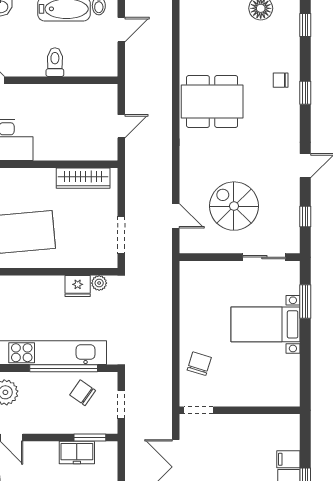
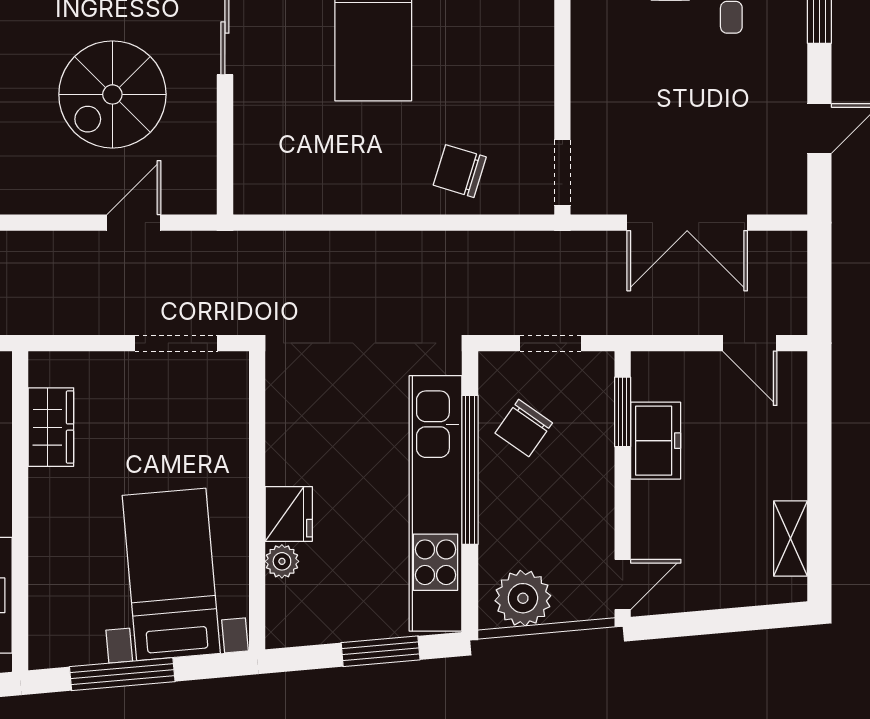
wardrobe: (83, 178) -> (51, 427), width x0.67
plant: (99, 283) -> (282, 561), moved
fridge: (78, 286) -> (289, 514), moved

